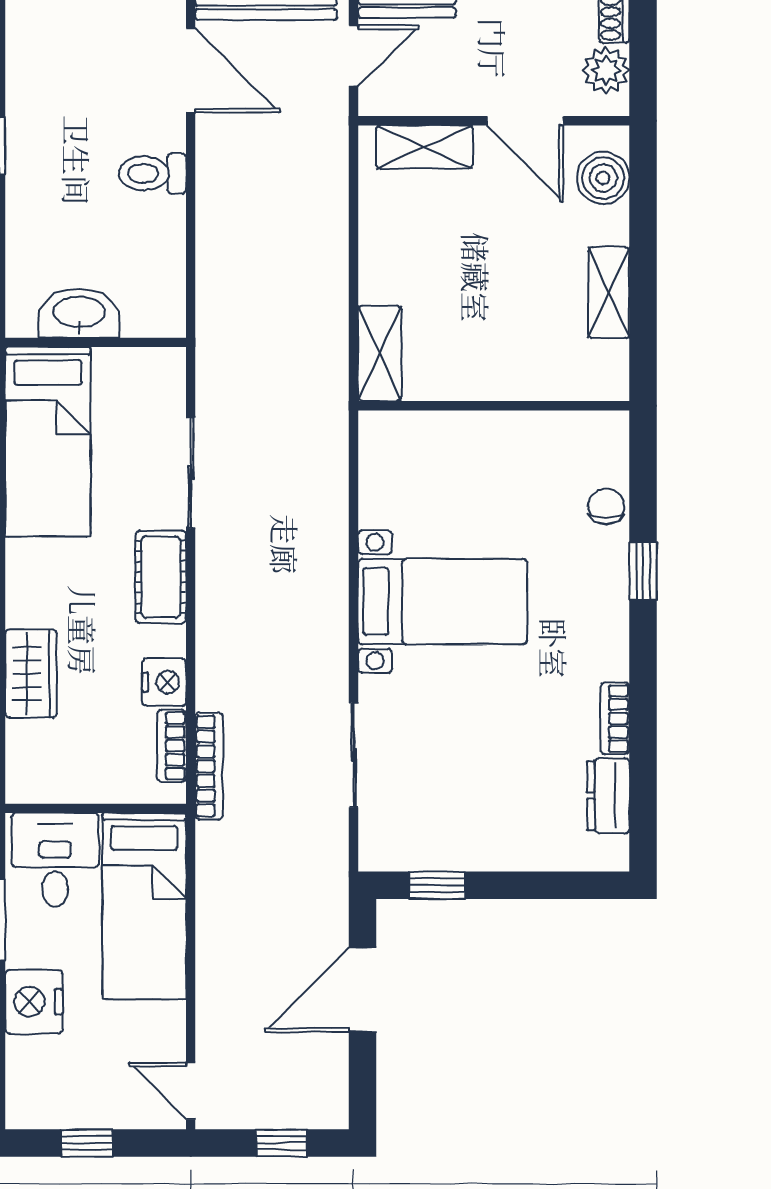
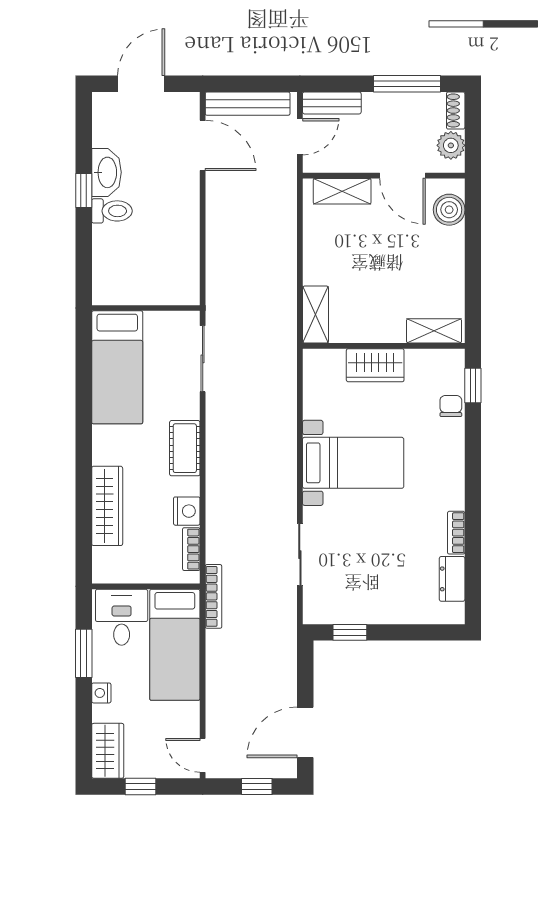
toilet: (152, 173) -> (112, 211), moved, turned 180
shelving: (609, 293) -> (434, 331), moved, turned 90
washbasin: (79, 313) -> (106, 172), moved, turned 90
wardrobe: (480, 438) -> (375, 365), added
sliding door: (191, 473) -> (203, 359), moved
window: (643, 571) -> (473, 385), moved
wardrobe: (31, 674) -> (107, 506), width x1.50
bookcase: (209, 766) -> (213, 596), moved
door: (363, 990) -> (305, 732), moved
nightstand: (34, 1002) -> (101, 693), width x0.53, depth x0.56
wardrobe: (32, 1083) -> (108, 751), added

